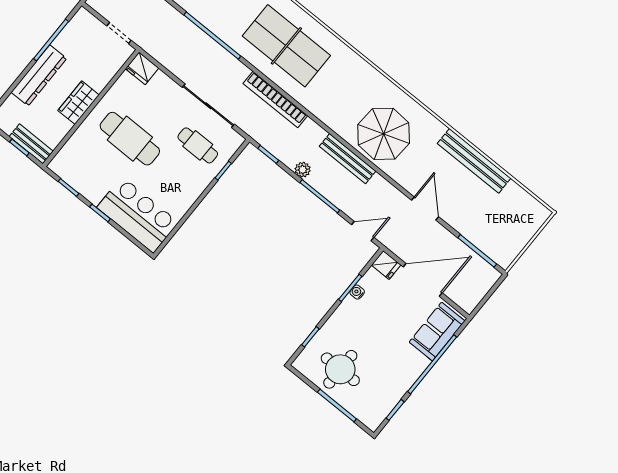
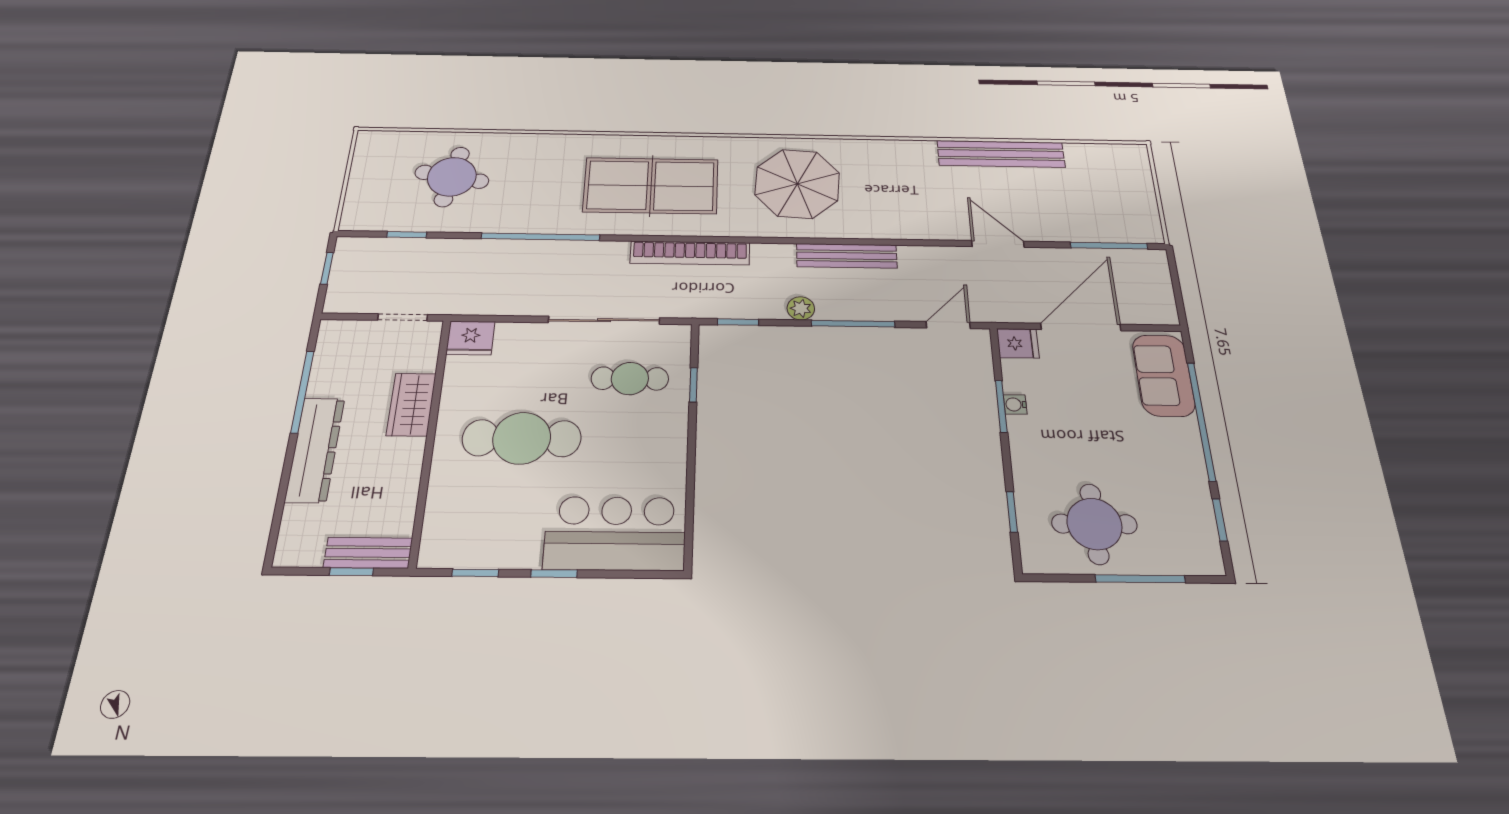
wardrobe: (79, 103) -> (411, 405), moved
parasol: (384, 134) -> (797, 184), moved

